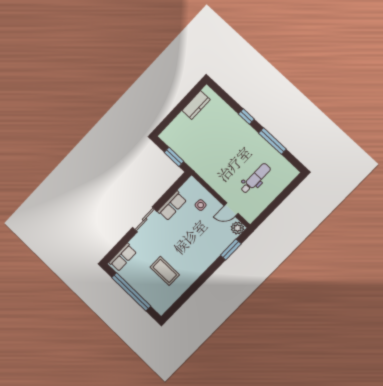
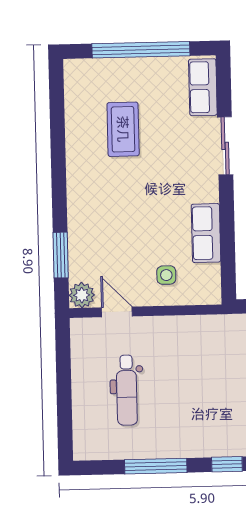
door: (231, 210) -> (117, 312), hinge flipped
sliding door: (145, 219) -> (225, 146), moved
coffee table: (165, 271) -> (123, 129), turned 90

